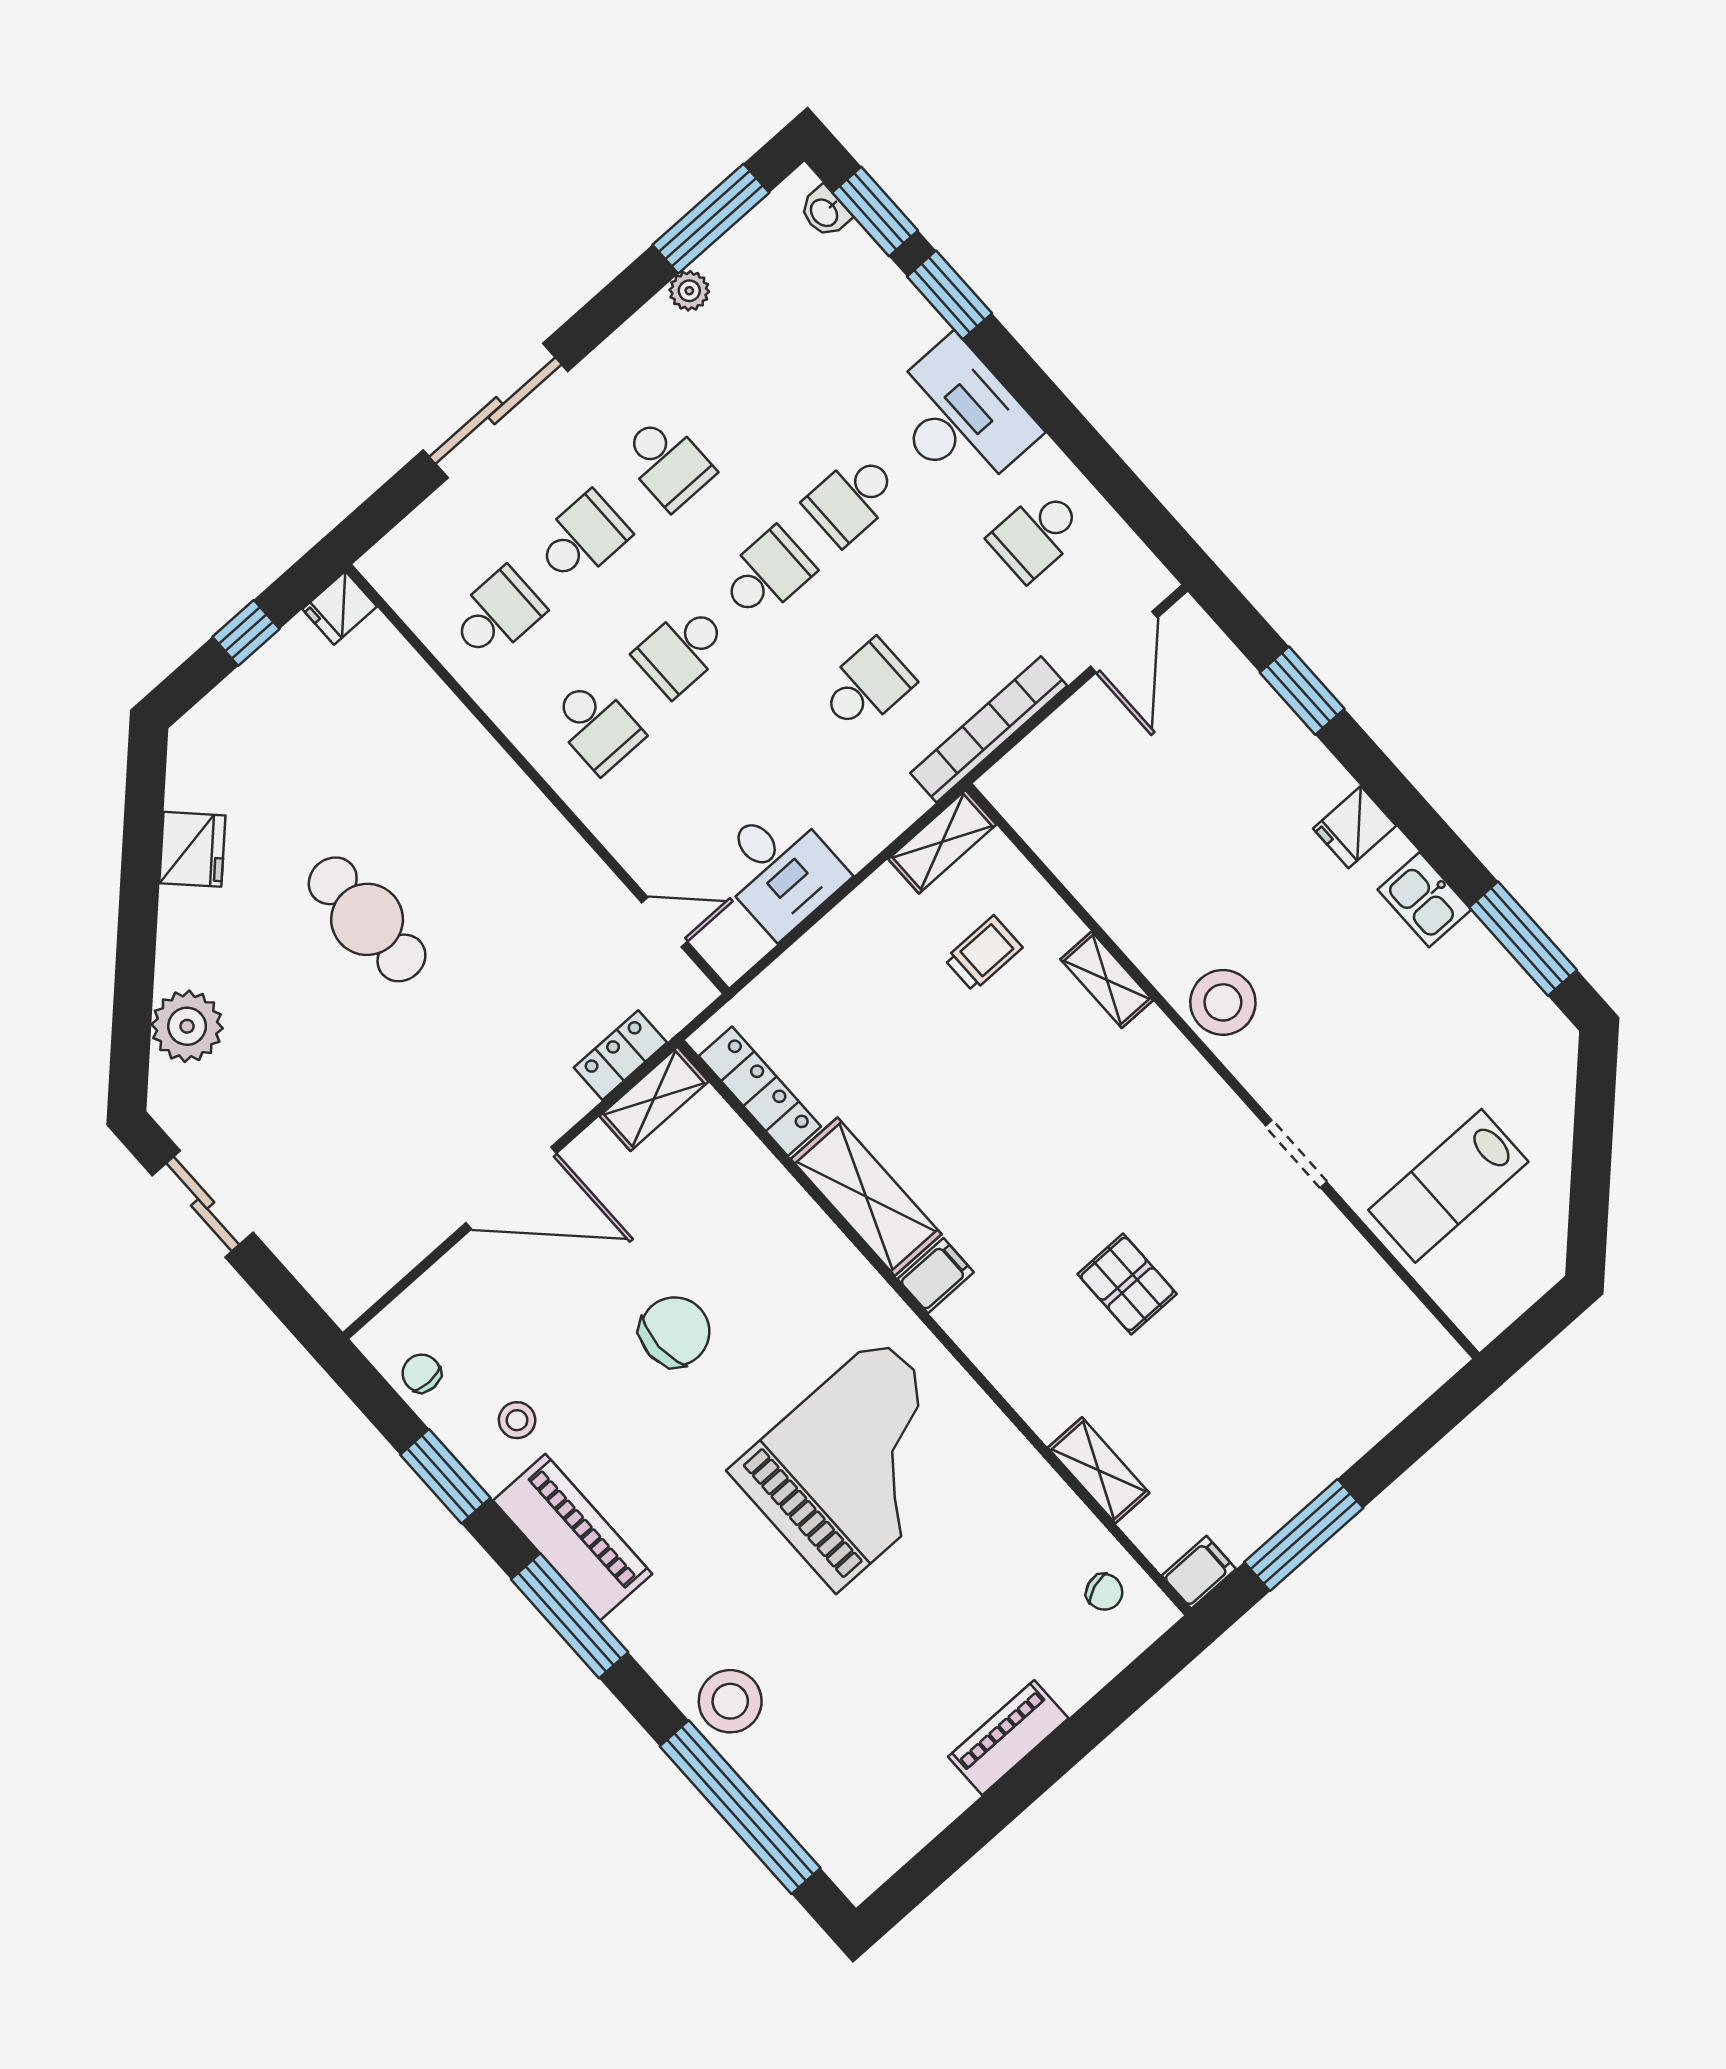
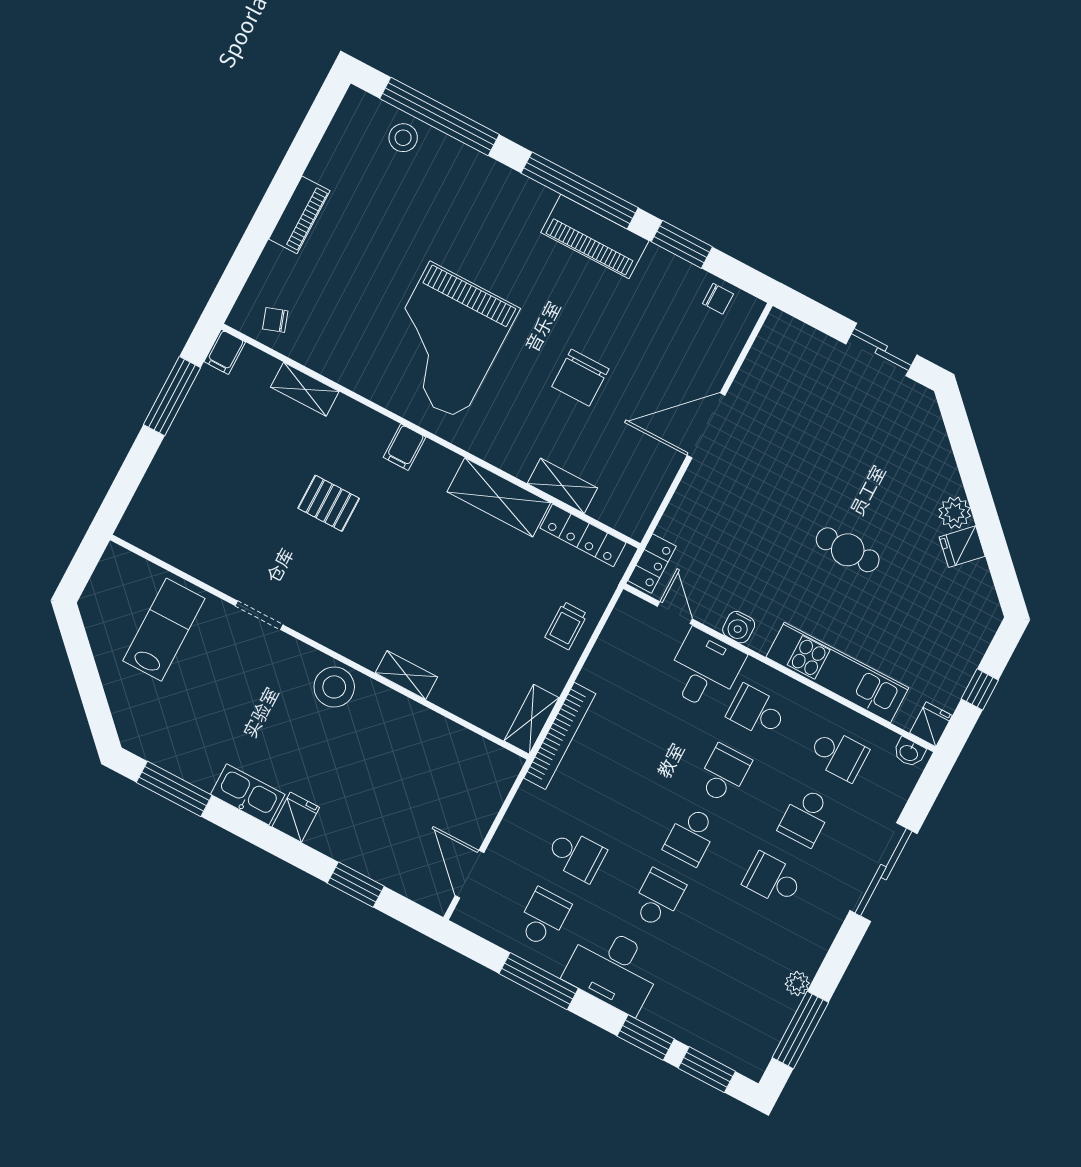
washbasin: (825, 212) -> (909, 752), moved, turned 180
window: (1080, 441) -> (539, 981), added
school desk: (497, 614) -> (838, 755), turned -90
school desk: (866, 686) -> (576, 855), moved, turned -90
bookcase: (989, 729) -> (560, 736), moved
kitchen unit: (452, 739) -> (837, 672), added
fridge: (192, 849) -> (962, 547), width x0.72
water cooler: (576, 864) -> (739, 627), added
desk: (779, 869) -> (704, 670), moved, turned 90
kitchen sink: (1424, 900) -> (248, 794), width x1.38
cafe table: (367, 919) -> (848, 550), width x0.73, depth x0.74
door: (664, 922) -> (675, 613), swing flipped
trolley: (983, 953) -> (566, 626), moved
plant: (187, 1026) -> (955, 513), moved, width x0.73, depth x0.73
locker: (620, 1055) -> (652, 563), moved
shelving: (654, 1099) -> (562, 486), moved, turned 90
filing cabinet: (936, 1276) -> (405, 447), moved
stool: (517, 1420) -> (652, 292), removed
window: (570, 1616) -> (580, 190), width x1.46
stool: (730, 1701) -> (403, 138), moved, width x0.73, depth x0.73

